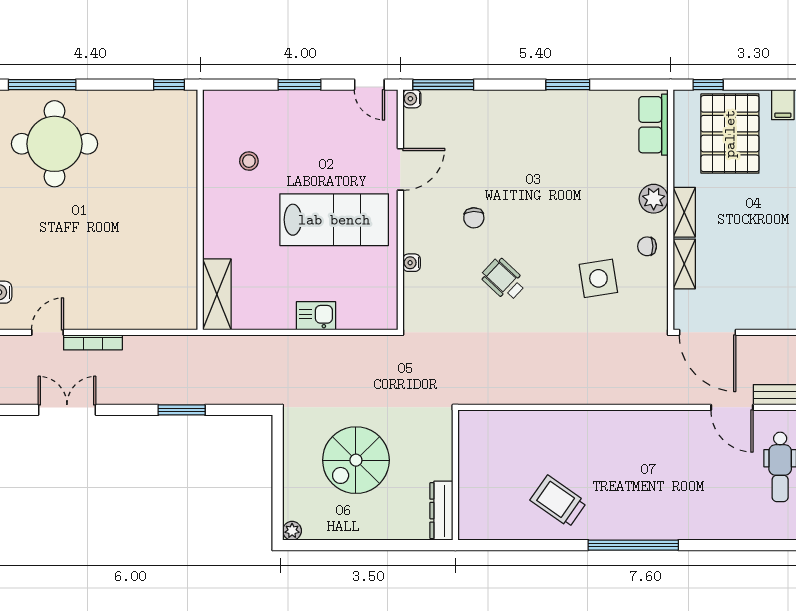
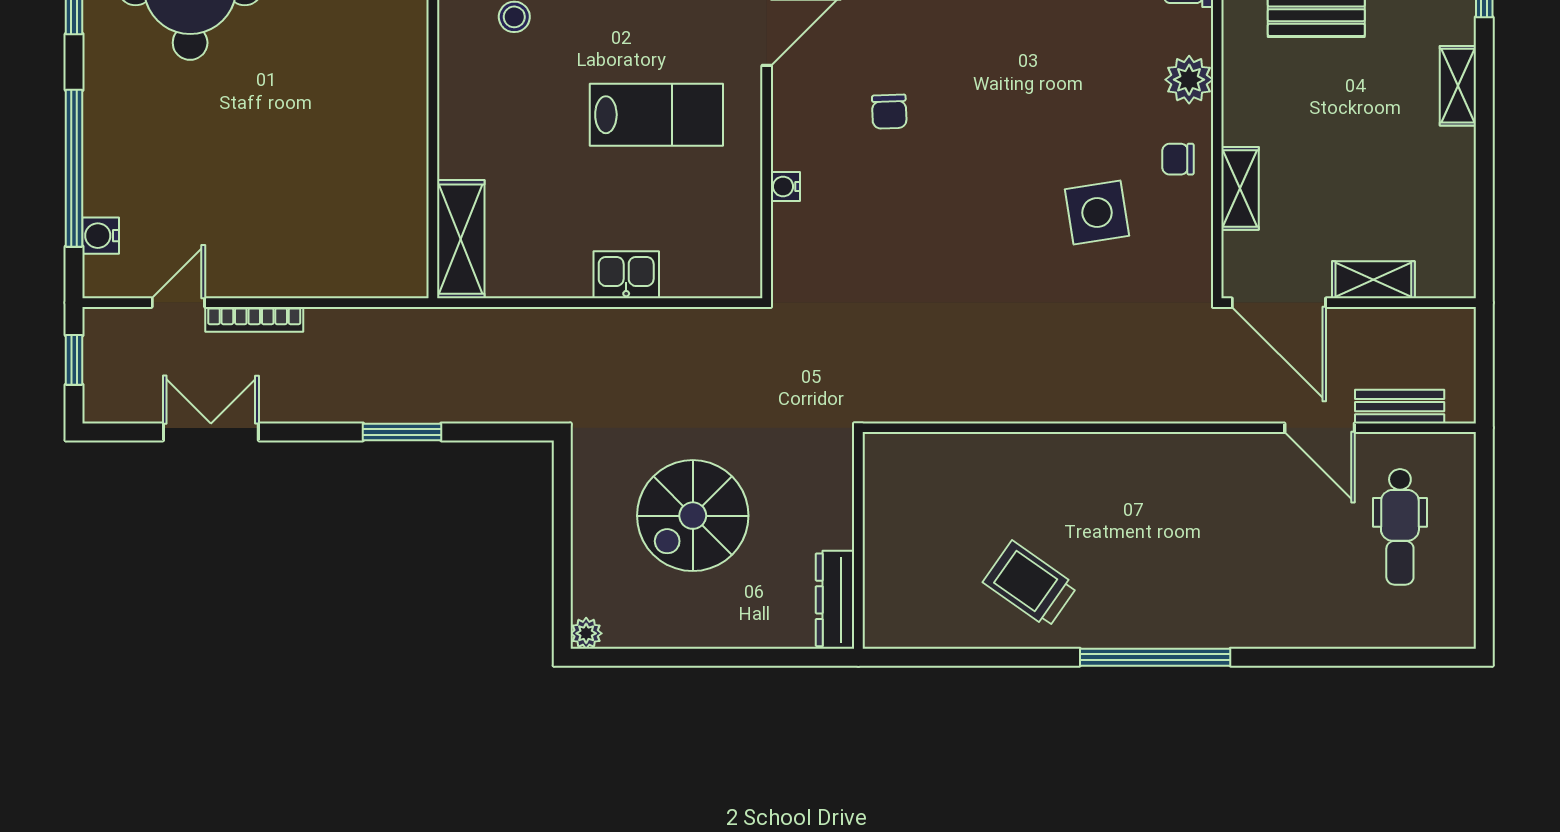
shelving: (684, 212) -> (1373, 280), moved, turned 90
lab bench: (334, 220) -> (656, 115), width x0.73, depth x0.72
wheelchair: (503, 280) -> (939, 215), removed

